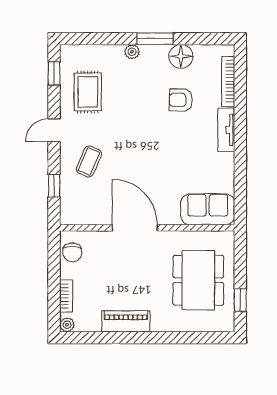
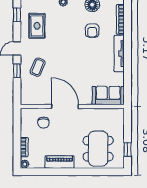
armchair: (181, 100) -> (92, 31), turned -90
tv unit: (226, 130) -> (119, 54), width x1.41
window: (54, 186) -> (17, 71), moved
chair: (72, 252) -> (43, 123), moved
dining table: (198, 280) -> (98, 149), moved

